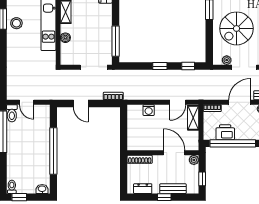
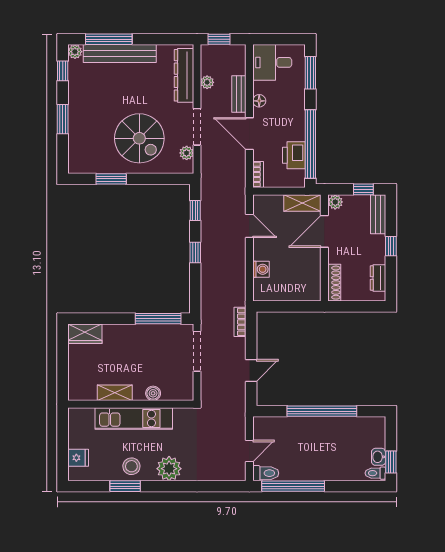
plant: (15, 48) -> (169, 469), added
shelving: (193, 118) -> (302, 203), moved
washbasin: (42, 189) -> (379, 457), moved
bench: (173, 189) -> (378, 214), moved

